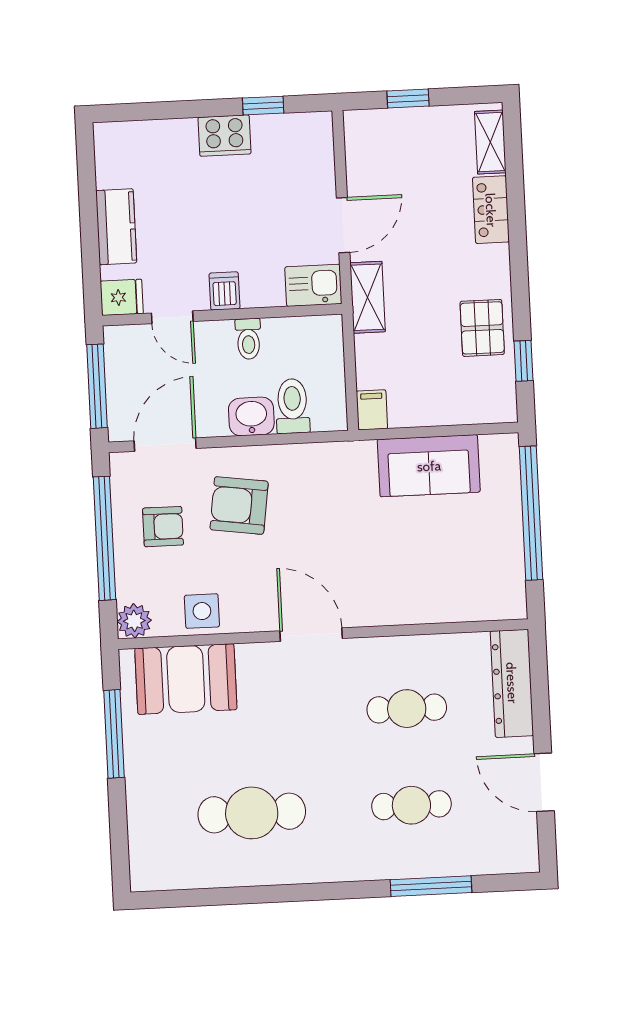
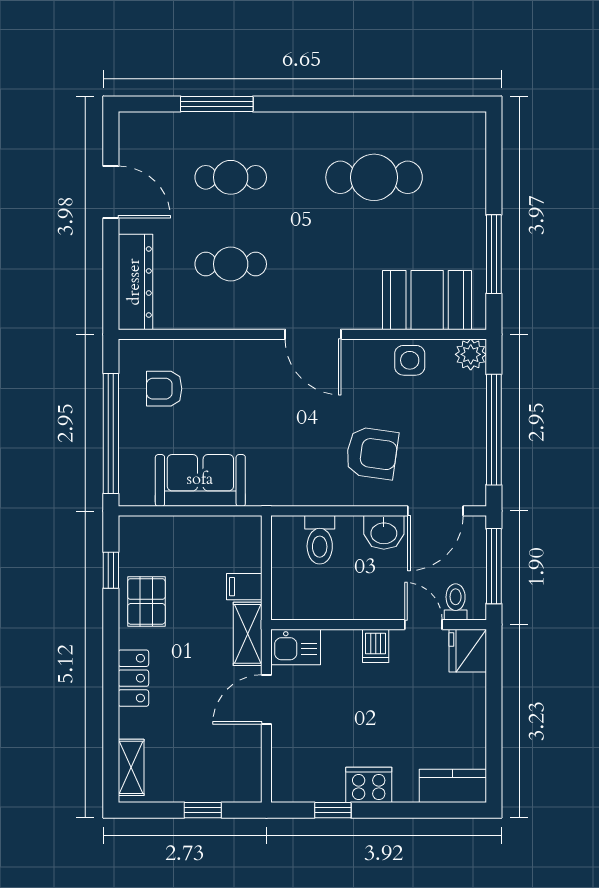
locker: (491, 210) -> (133, 678), moved
kitchen counter: (116, 227) -> (453, 786), moved, turned 90
fridge: (122, 297) -> (468, 651), width x1.38
toilet: (248, 339) -> (456, 602), moved
filing cabinet: (372, 410) -> (244, 587), moved, turned 90
washbasin: (251, 416) -> (384, 532), moved
armchair: (163, 527) -> (164, 389), moved

